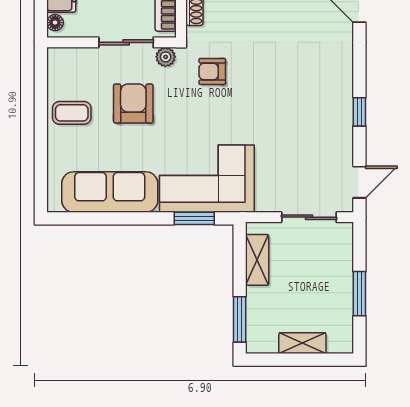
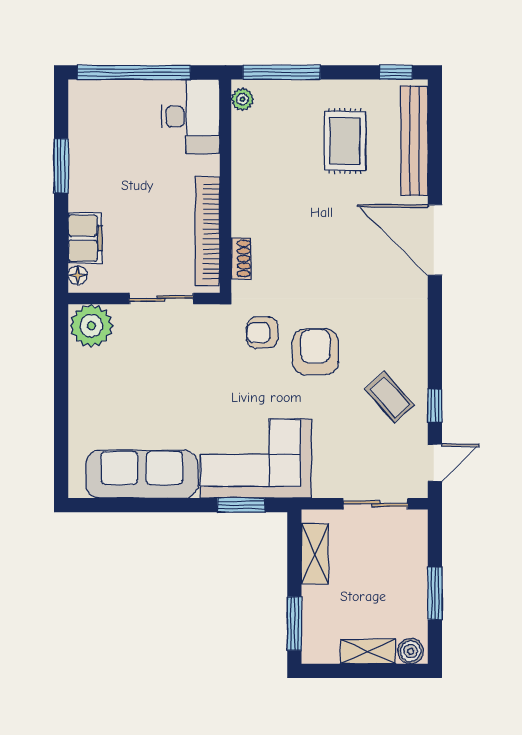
plant: (166, 57) -> (91, 326), moved, width x1.88, depth x1.88
armchair: (133, 103) -> (315, 352), moved
window: (359, 112) -> (435, 406), moved
coffee table: (72, 113) -> (390, 397), moved, turned 48
boiler: (339, 343) -> (411, 651), added

